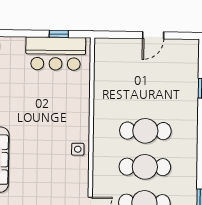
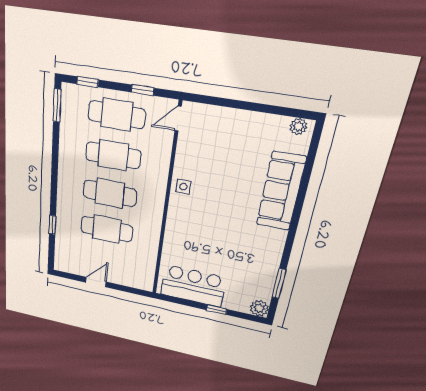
window: (59, 34) -> (217, 310), moved
cafe table: (146, 95) -> (107, 229), added

